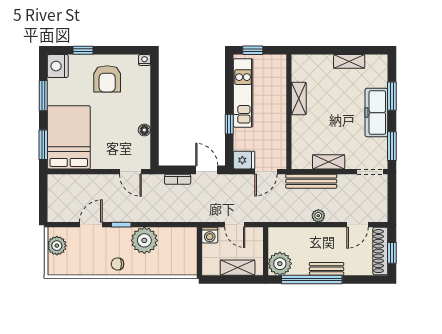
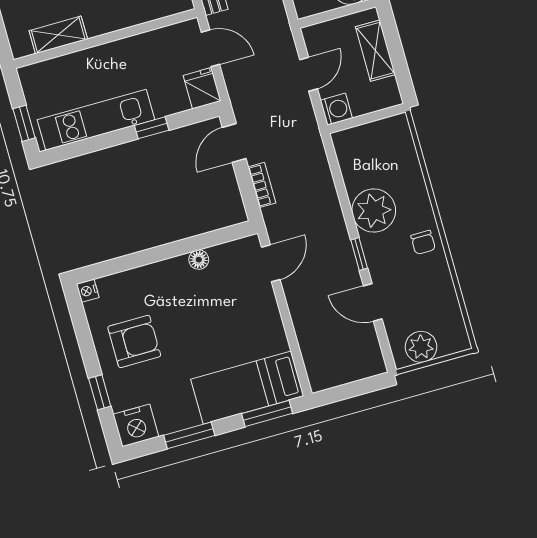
shelving: (299, 98) -> (58, 35), moved
bed: (69, 137) -> (247, 388), width x0.67

